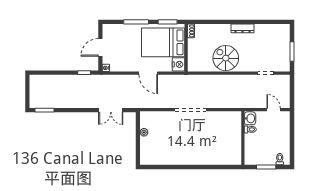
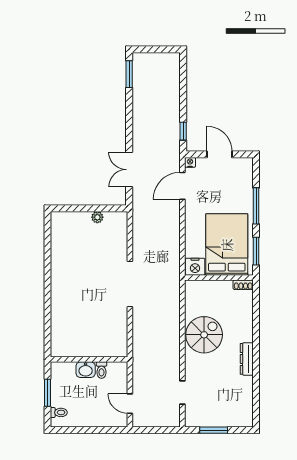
door: (148, 73) -> (182, 186), moved
door: (274, 110) -> (130, 404), swing flipped
washbasin: (250, 118) -> (86, 370), moved

